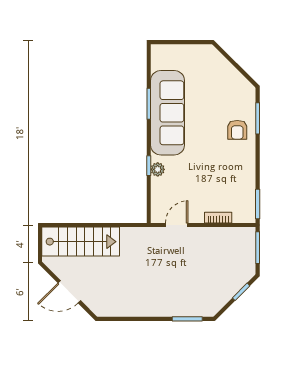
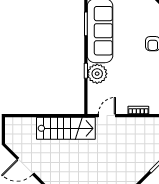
plant: (158, 169) -> (97, 74), width x1.88, depth x1.88
stairs: (81, 242) -> (66, 128), moved

